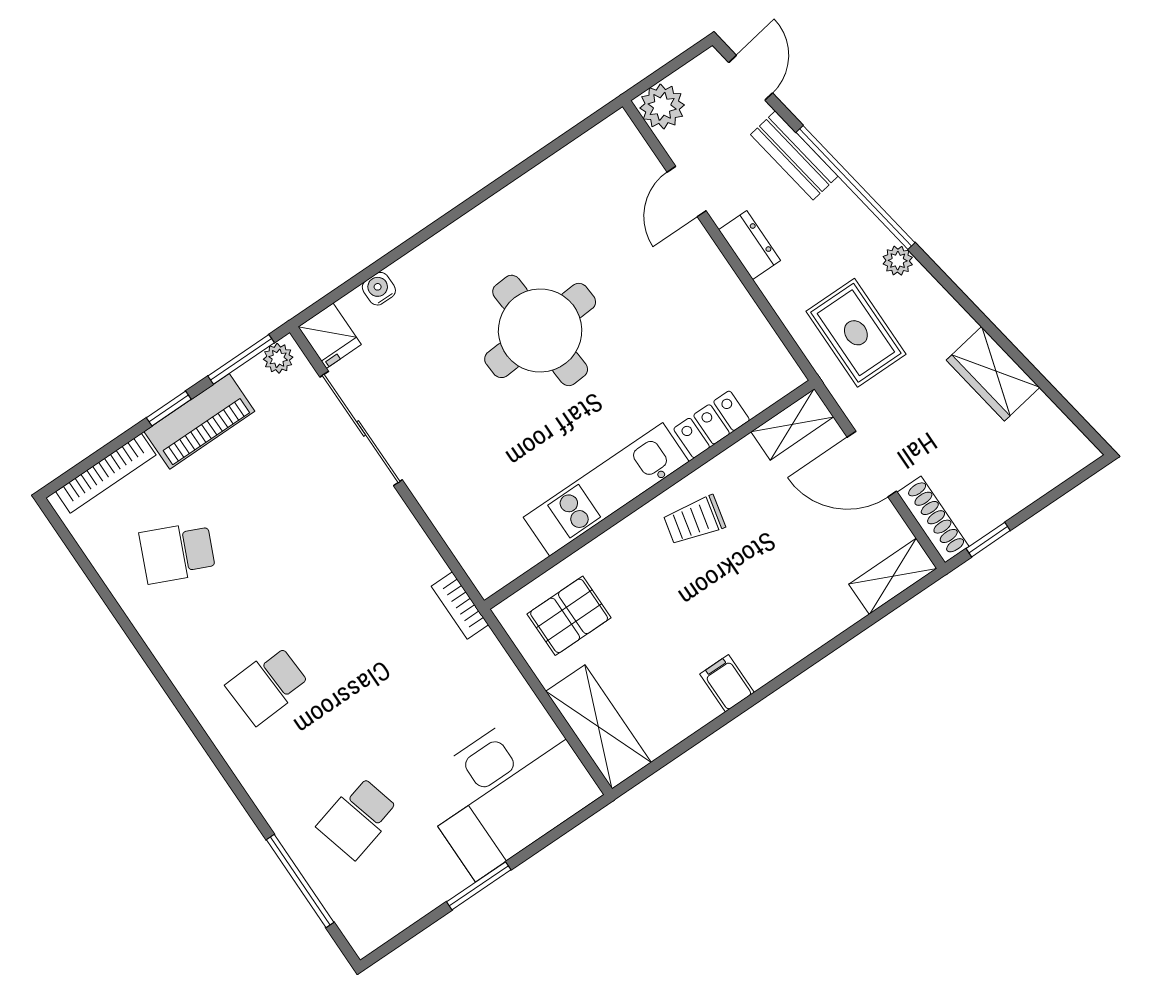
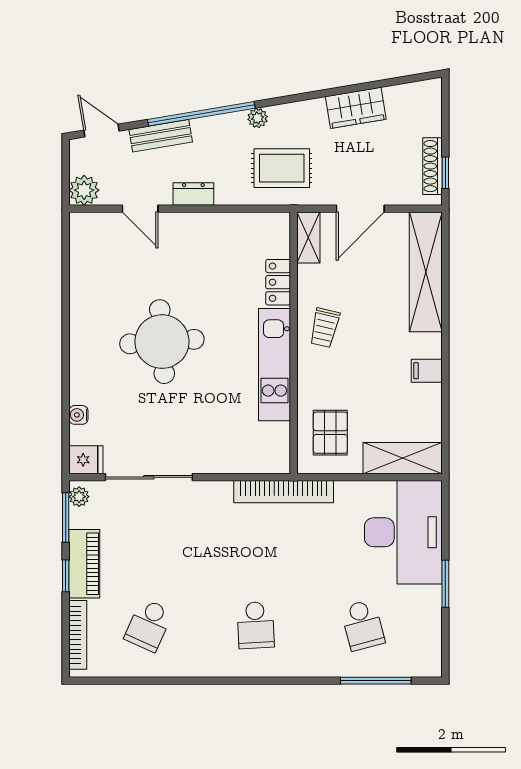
shoe rack: (933, 519) -> (432, 166), moved, turned -90
shelving: (893, 576) -> (426, 272), width x2.20, depth x1.33
bookcase: (460, 605) -> (284, 492), width x2.31, depth x1.31

